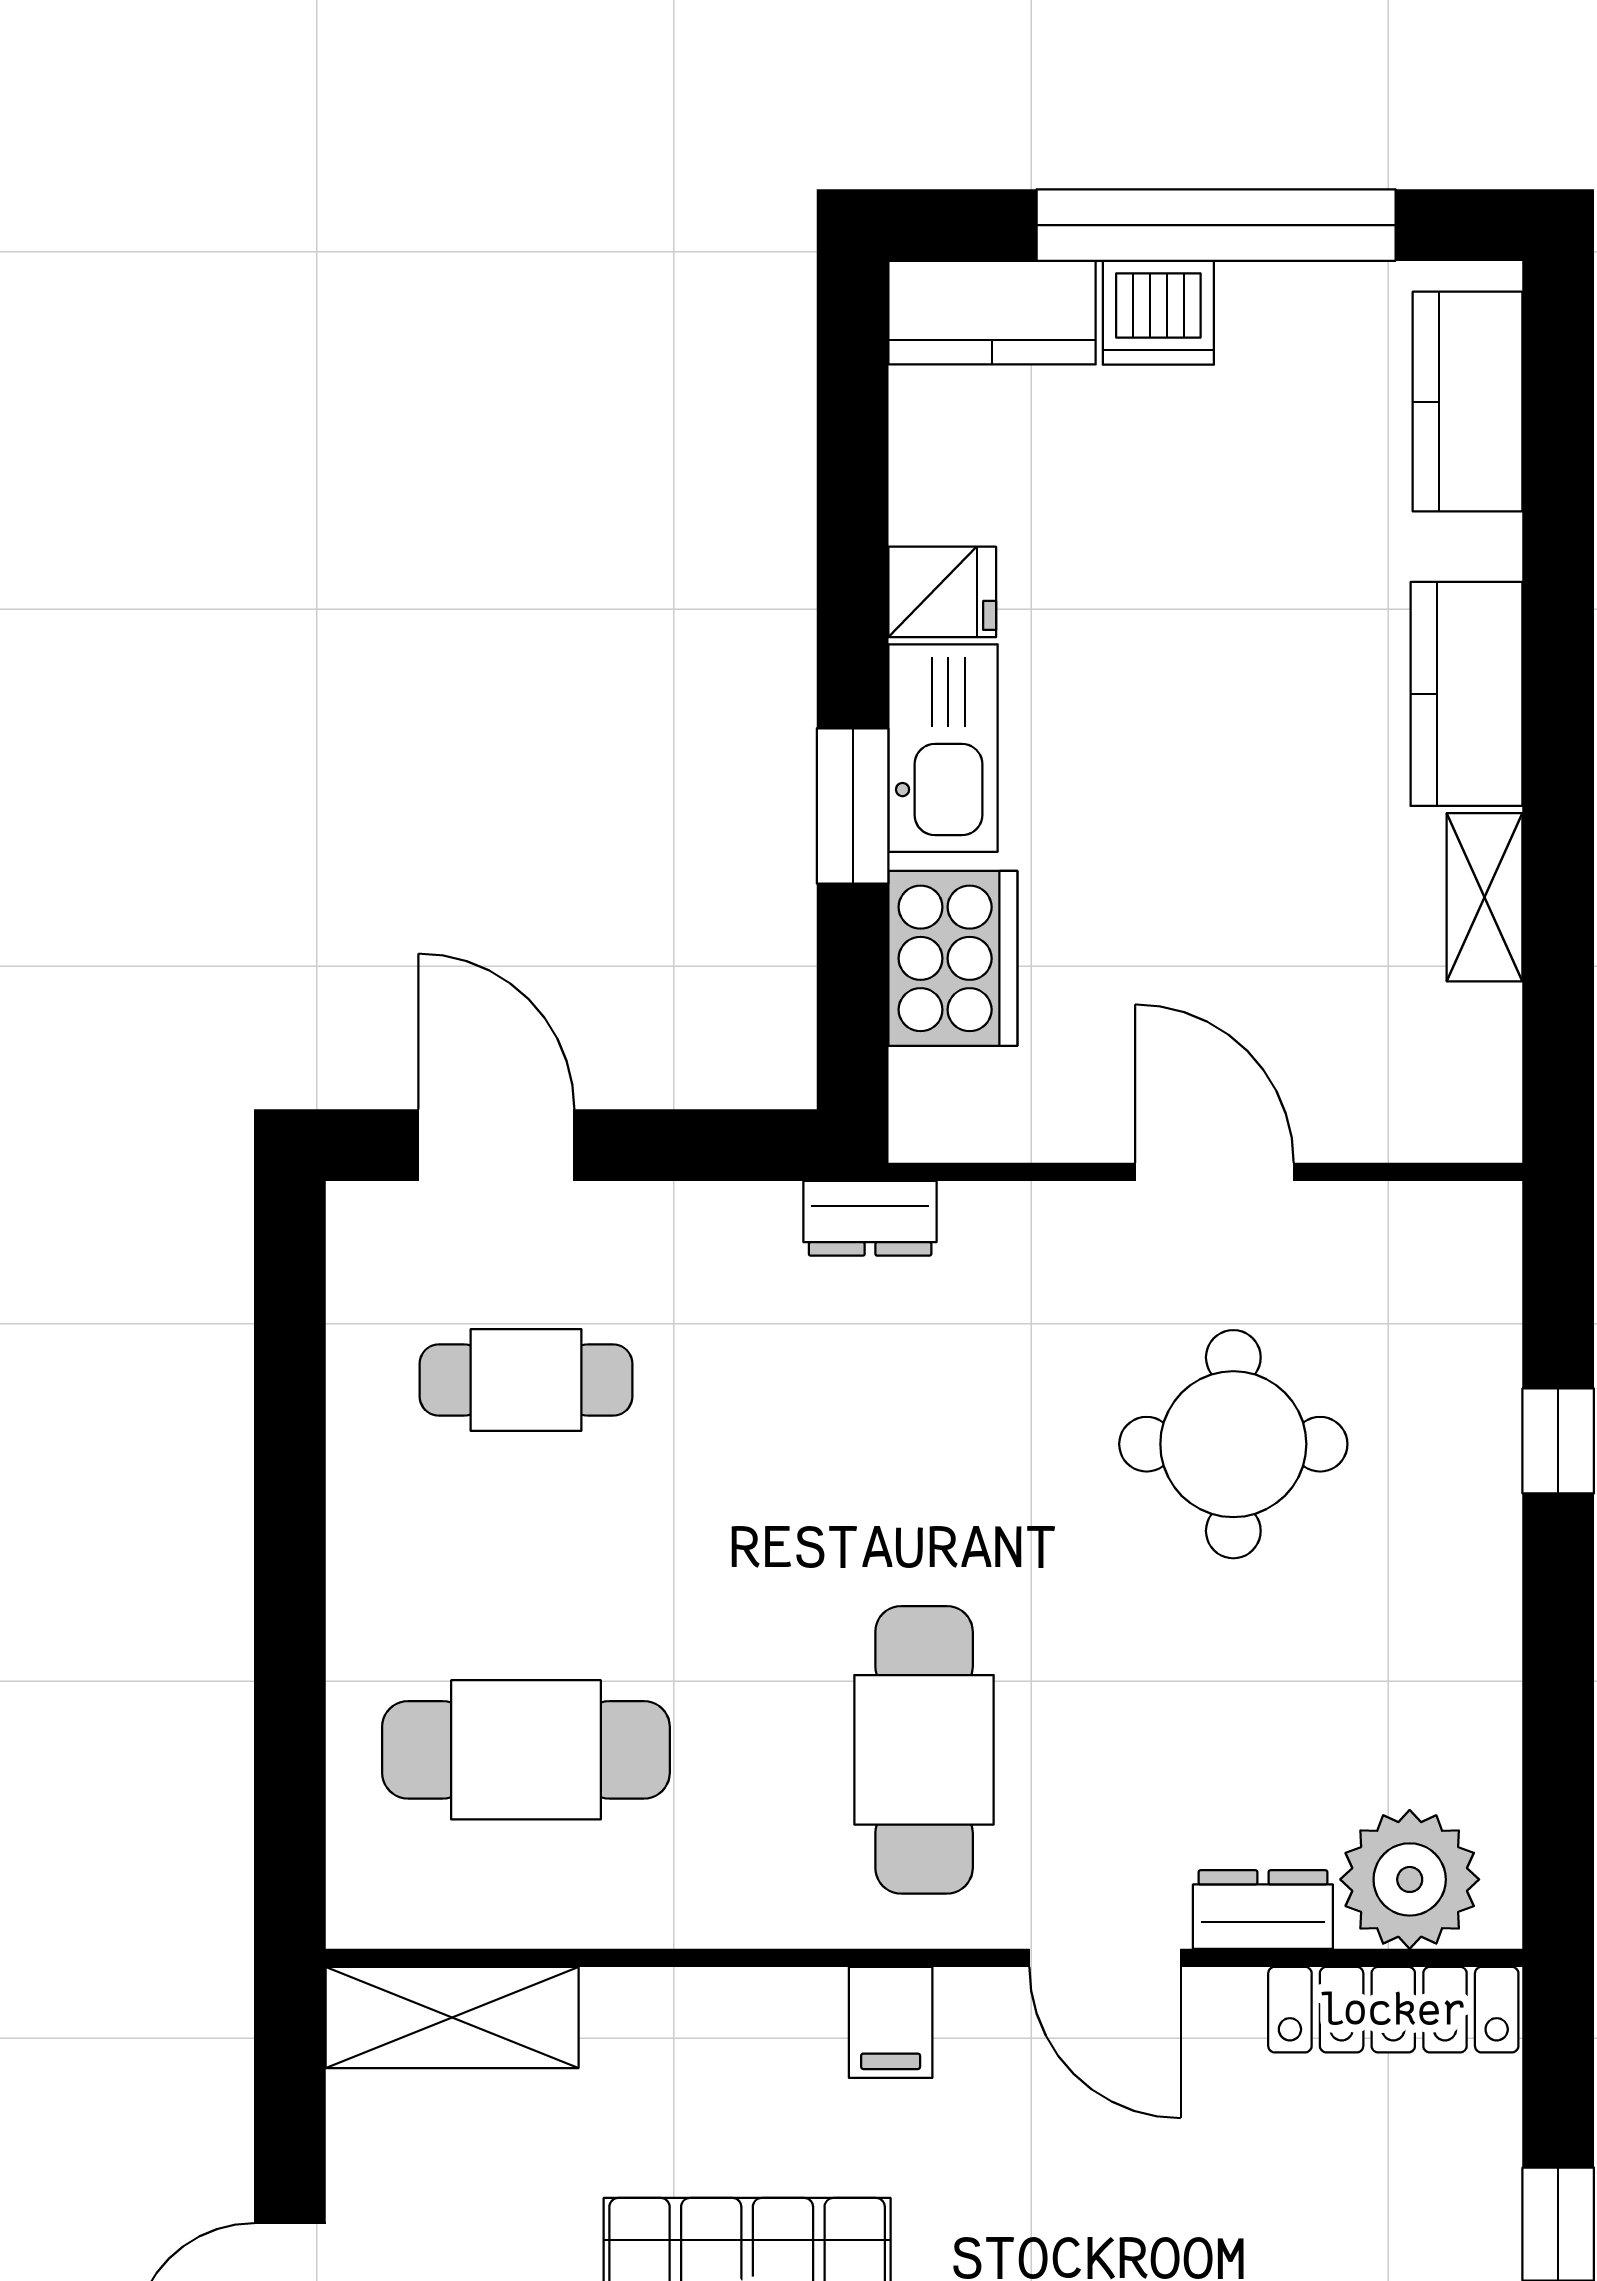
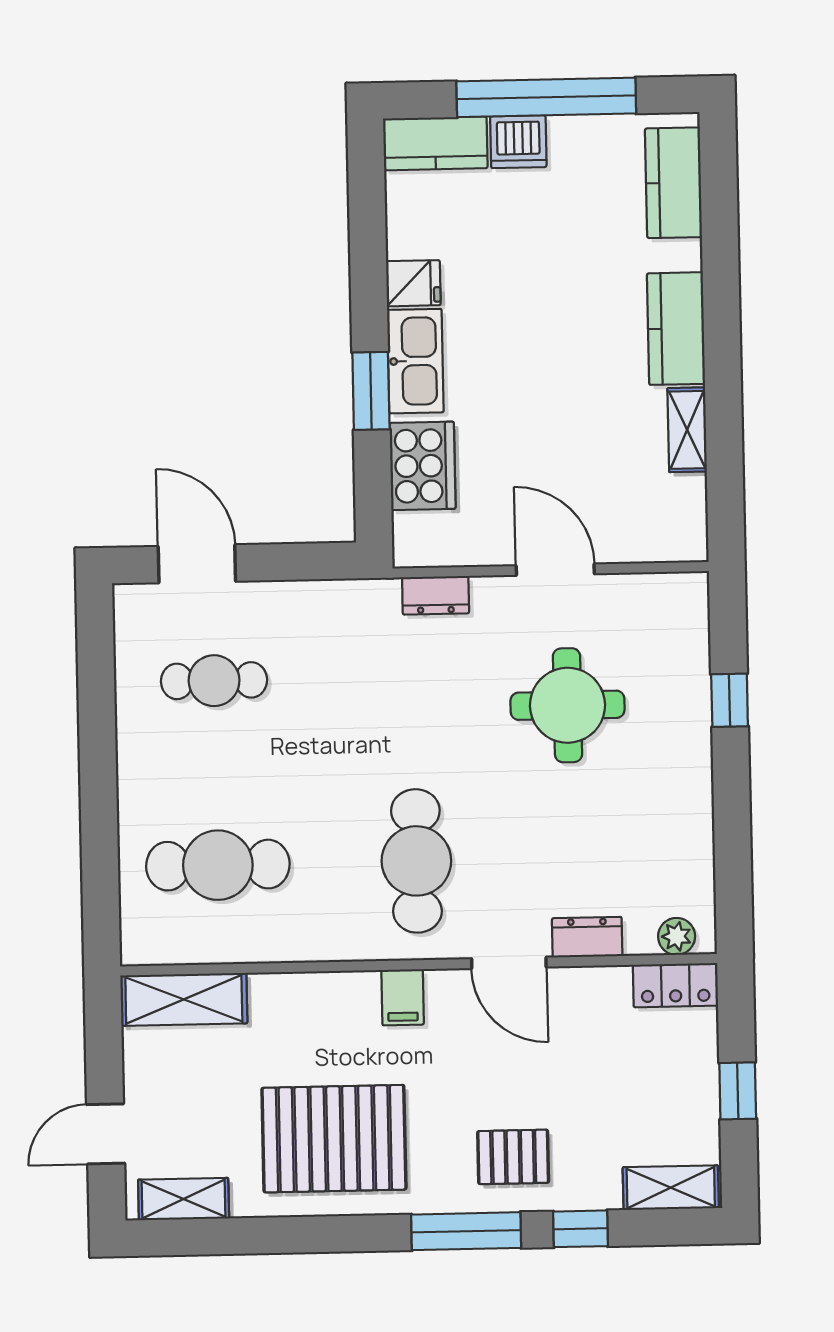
dresser: (870, 1218) -> (436, 595), moved
plant: (1410, 1879) -> (677, 936), width x0.53, depth x0.53
locker: (1393, 2010) -> (675, 985), width x0.66

